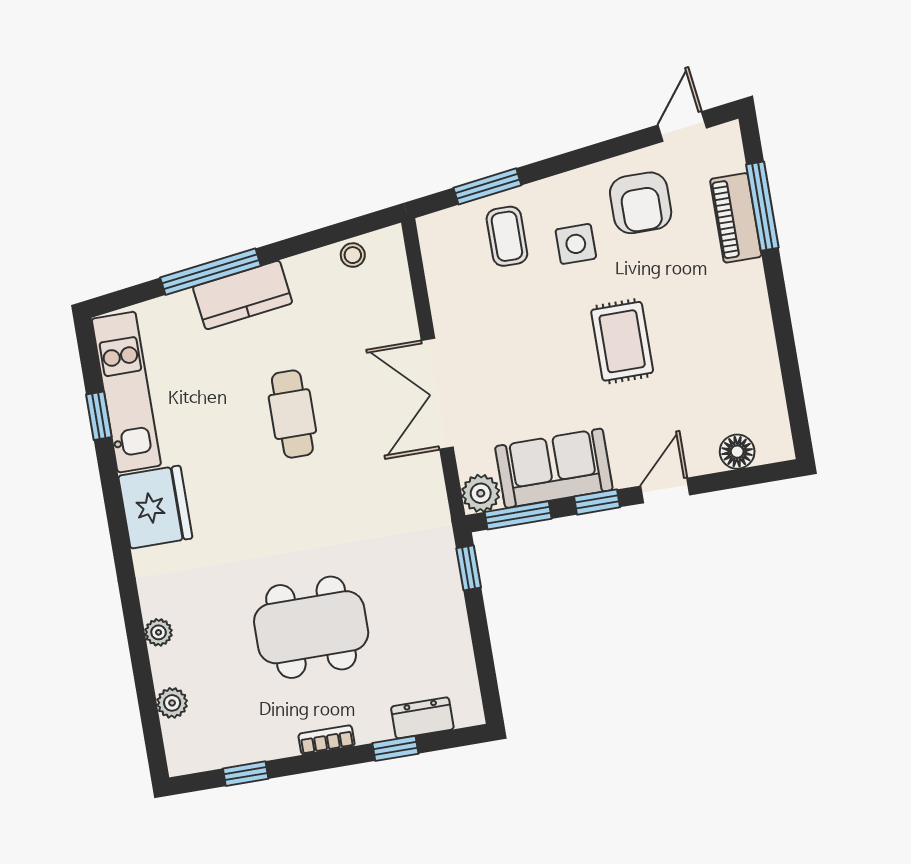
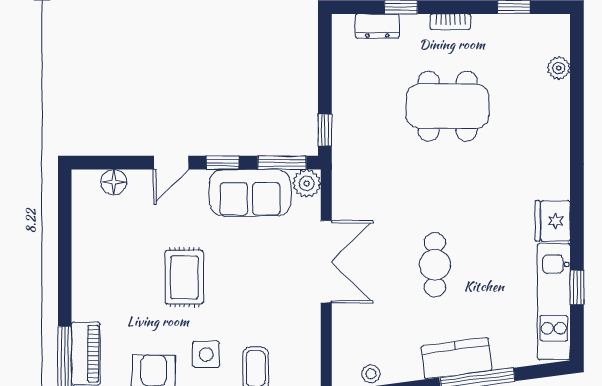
fridge: (155, 507) -> (553, 221), width x0.73, depth x0.75
plant: (159, 632) -> (560, 121), removed

